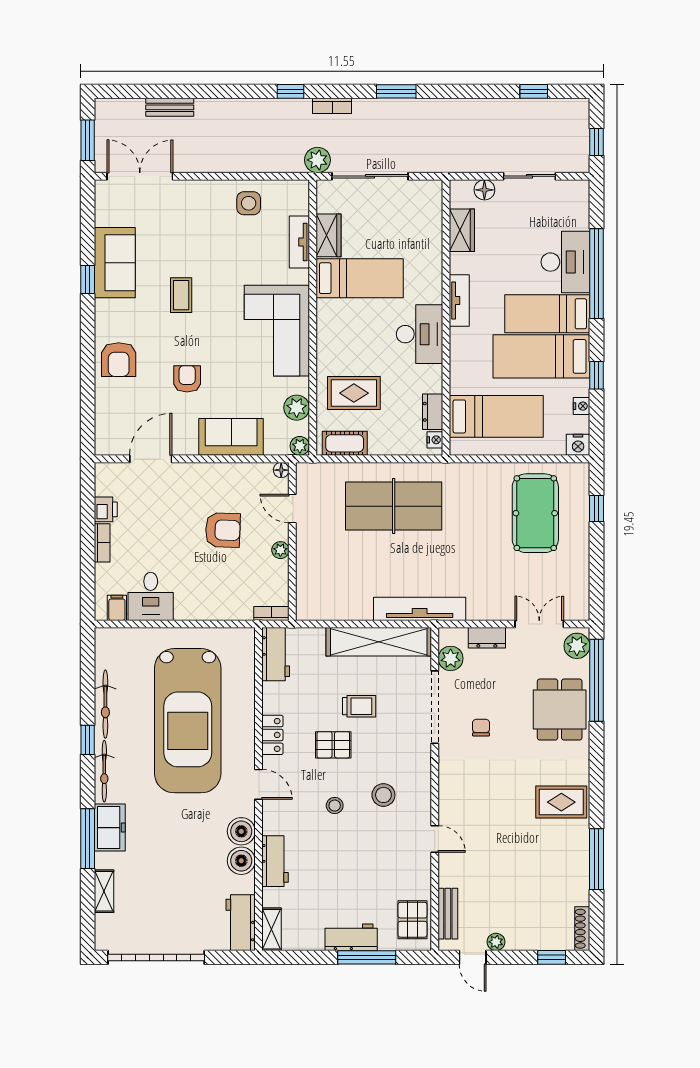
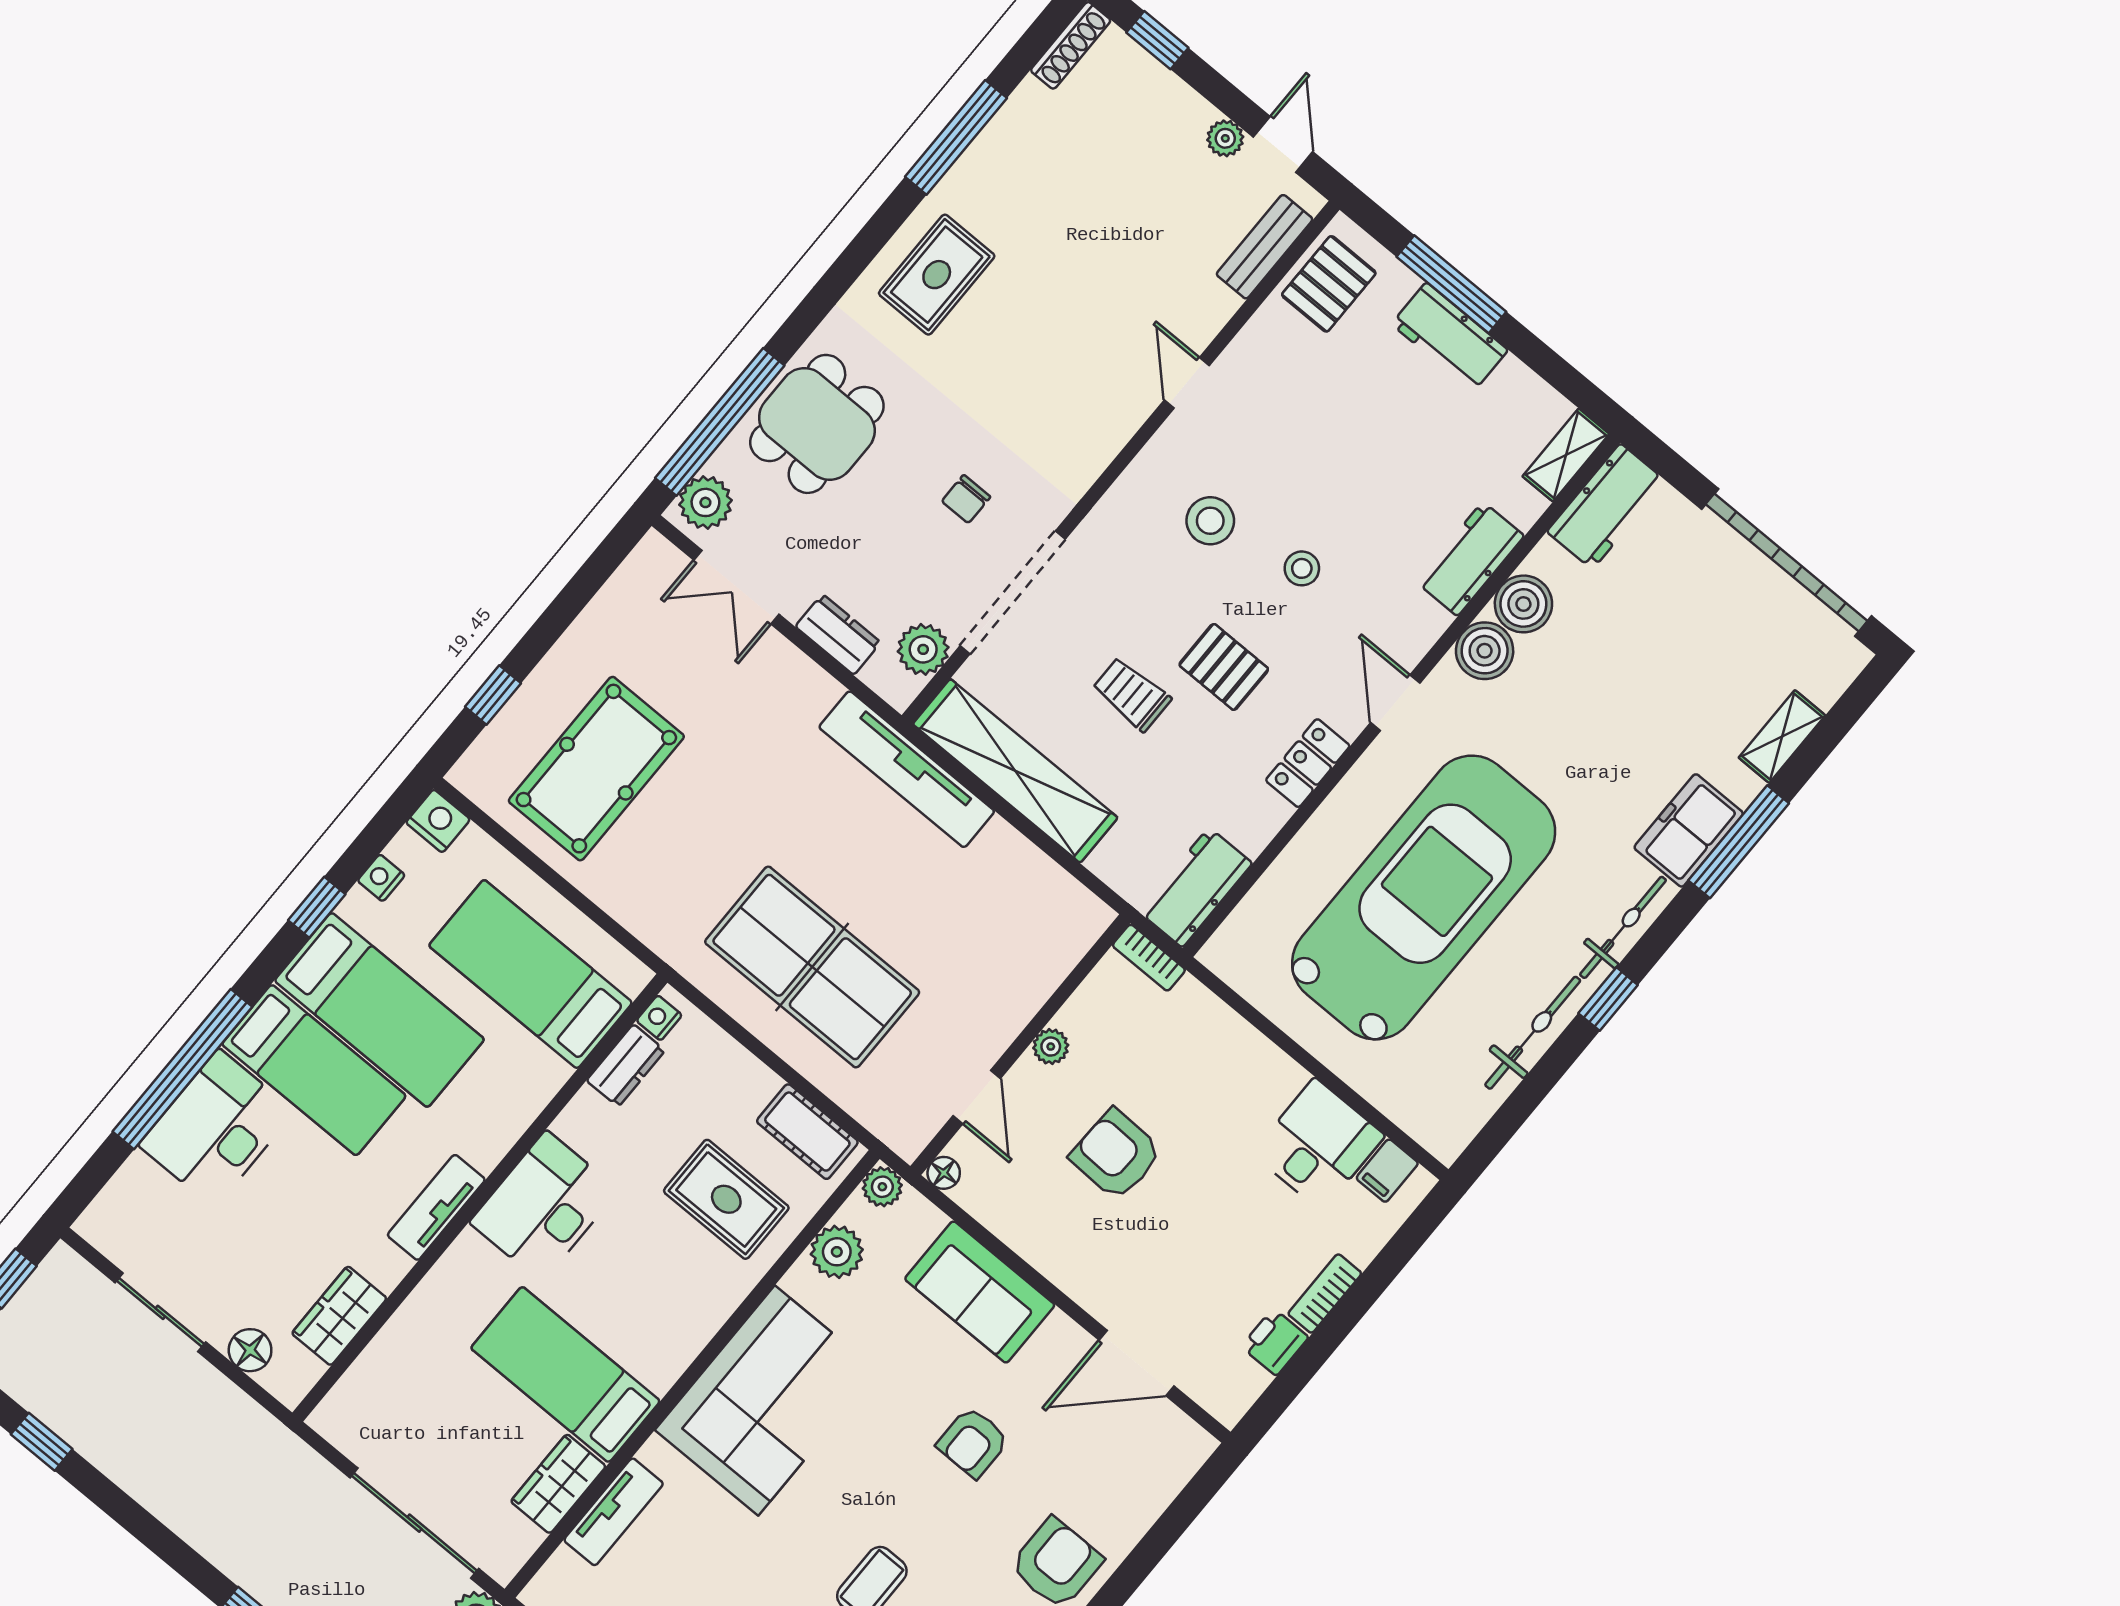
rug: (561, 802) -> (937, 275), turned 90

